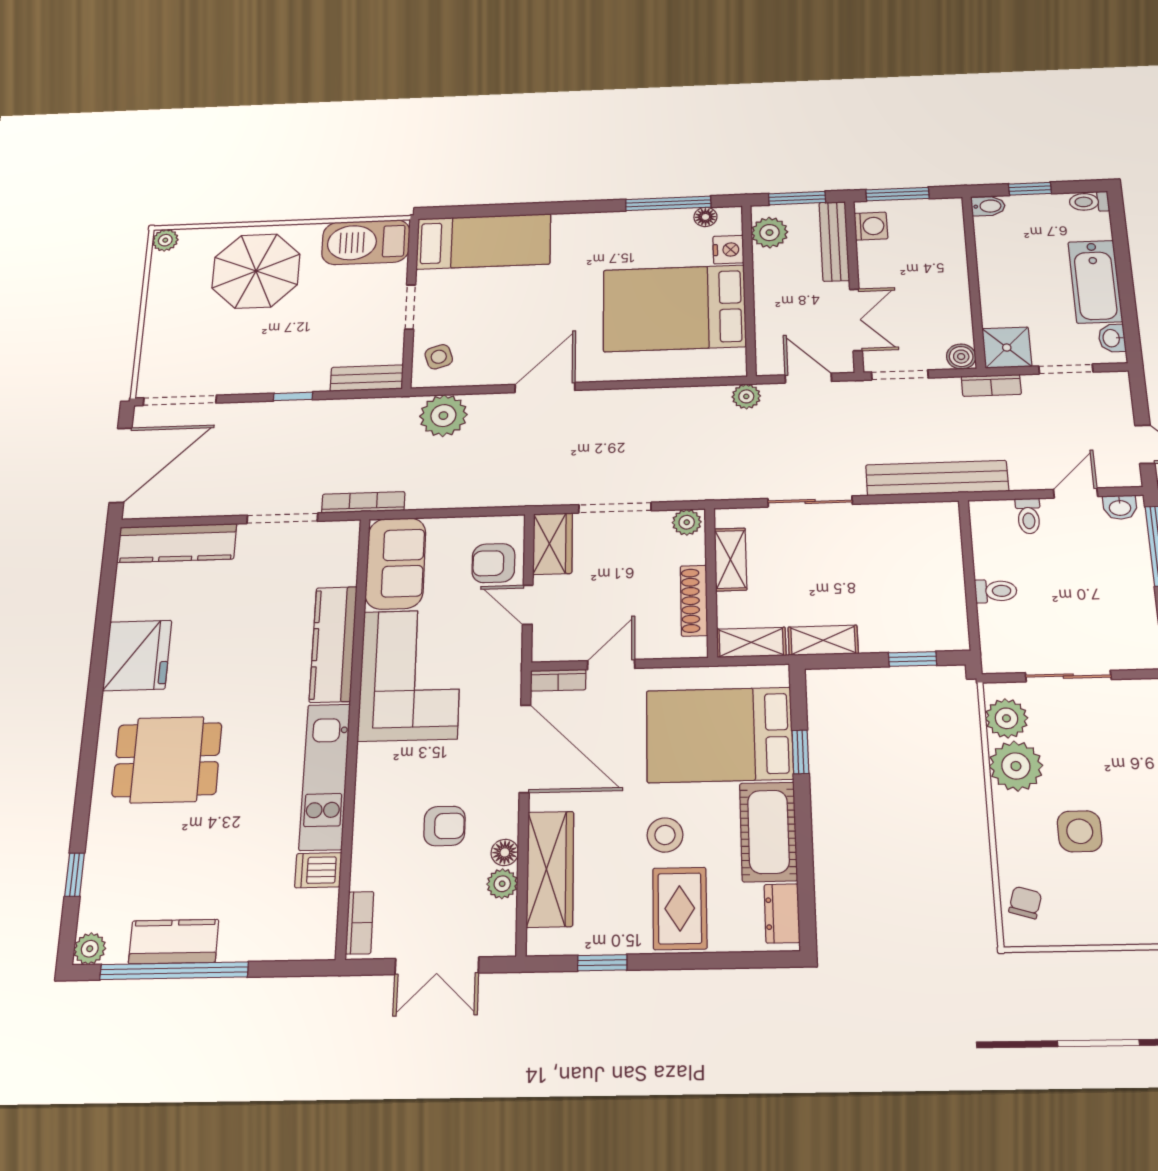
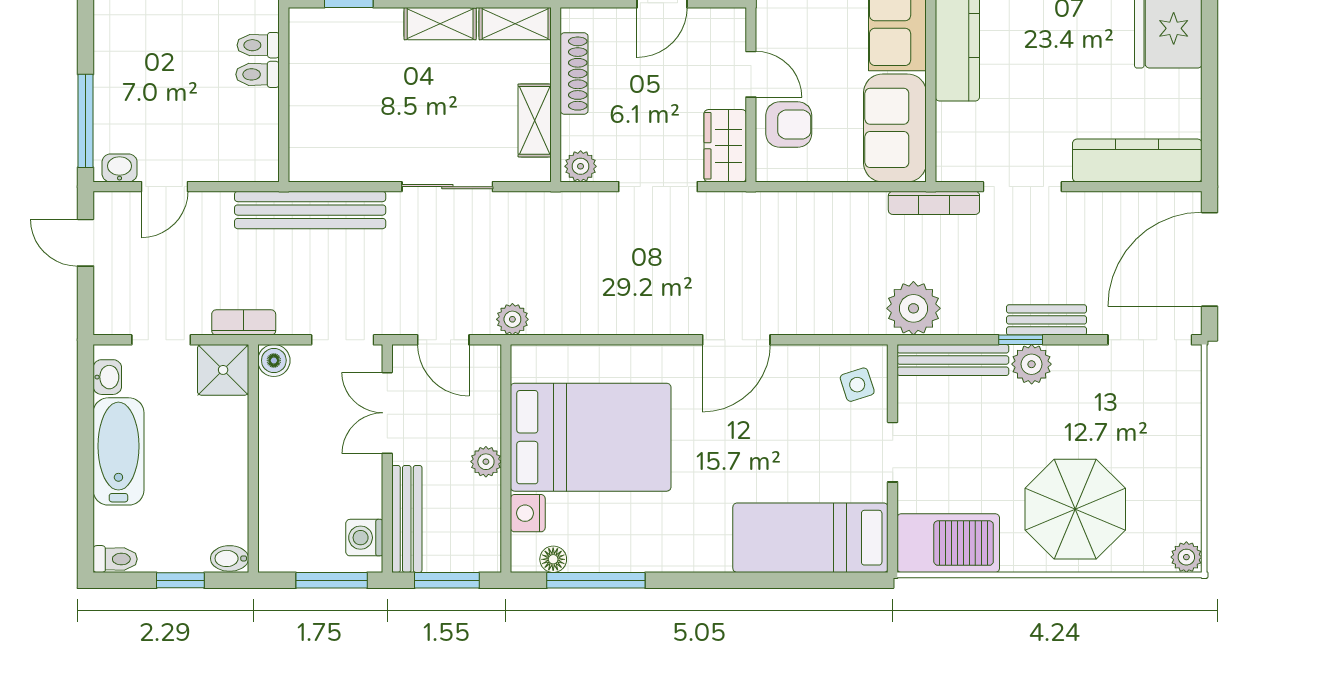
plant: (769, 233) -> (486, 462), moved, width x0.73, depth x0.73
plant: (285, 378) -> (1032, 364), added
bench: (367, 378) -> (953, 360), width x1.36
bench: (269, 413) -> (1047, 320), added
plant: (443, 416) -> (913, 308), moved
toilet: (1028, 516) -> (258, 45), moved, turned -90

